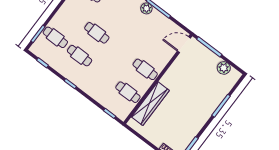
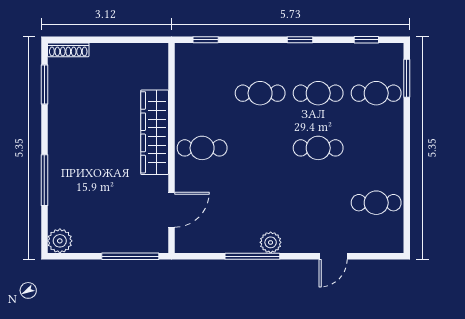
door: (184, 45) -> (171, 210), moved
plant: (224, 68) -> (60, 241), moved
cafe table: (128, 92) -> (260, 93), moved
wardrobe: (150, 104) -> (155, 132), moved

